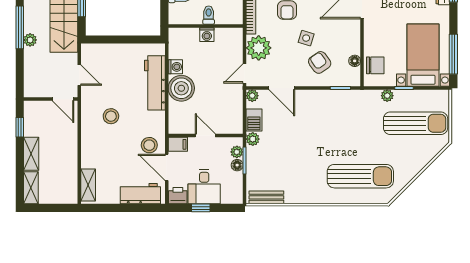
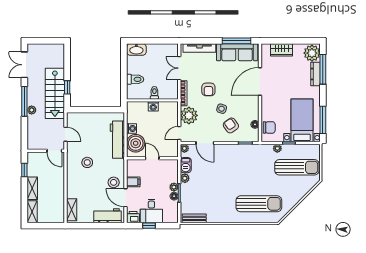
door: (205, 136) -> (152, 158), moved
wall: (206, 136) -> (152, 158), moved

